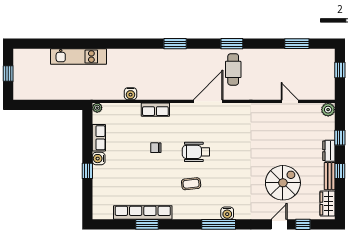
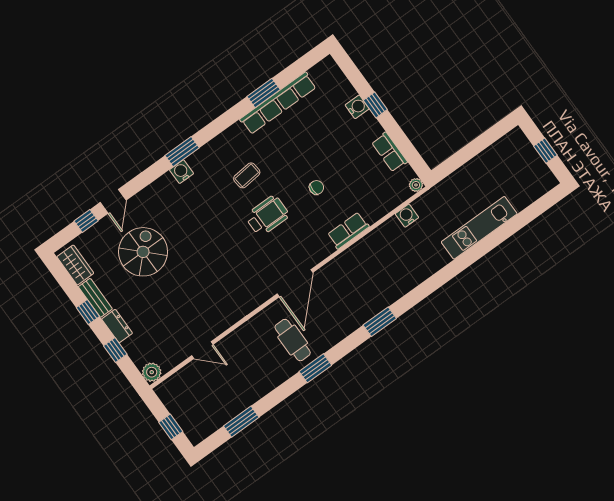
water cooler: (130, 94) -> (407, 216), moved
water cooler: (99, 159) -> (357, 107), moved
spiral stairs: (283, 183) -> (143, 252), turned 180
window: (219, 224) -> (182, 152), width x0.69

